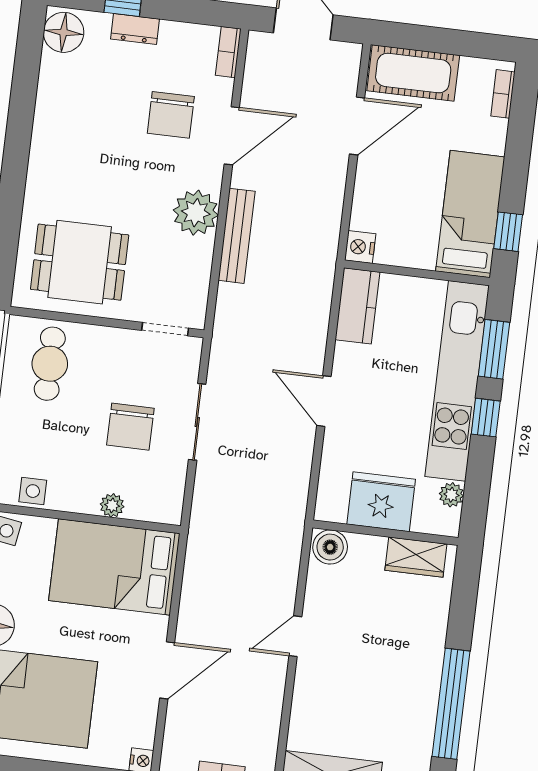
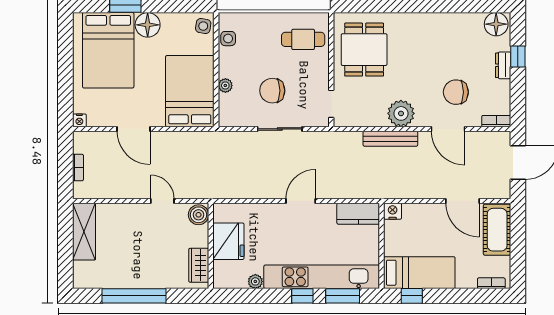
fridge: (381, 502) -> (228, 241), moved
wall: (385, 533) -> (211, 246), moved
boiler: (330, 547) -> (198, 215), moved
wardrobe: (416, 557) -> (199, 265), moved

